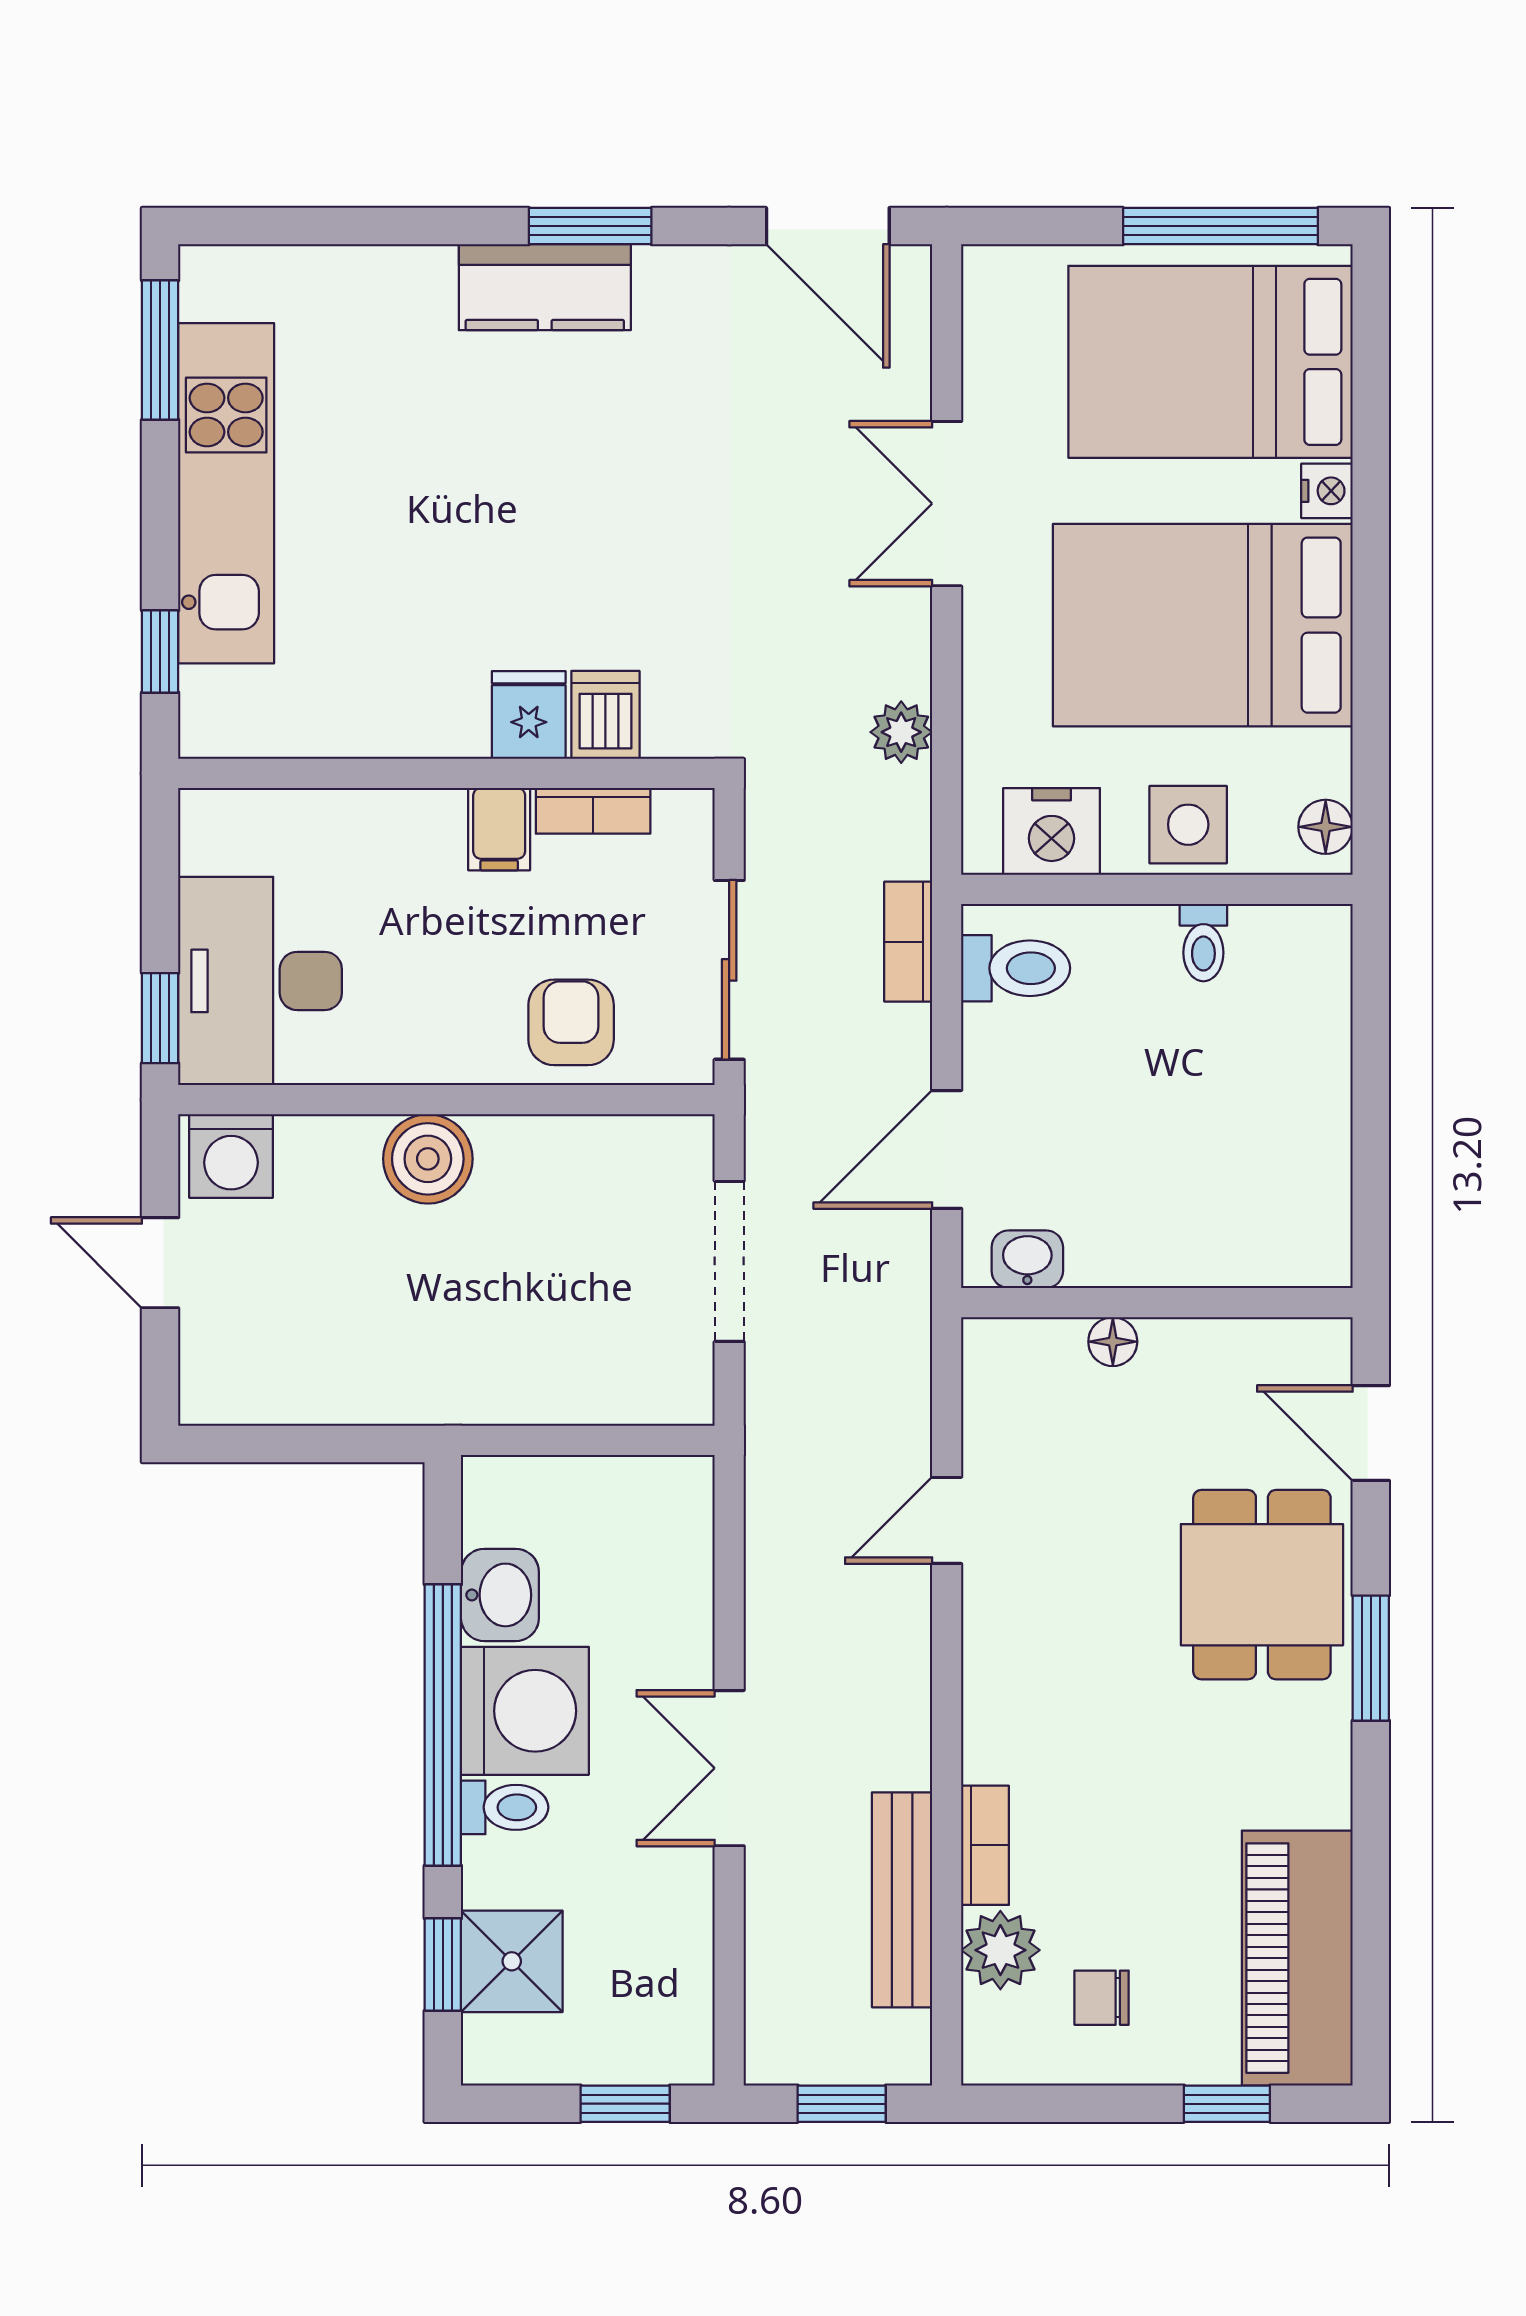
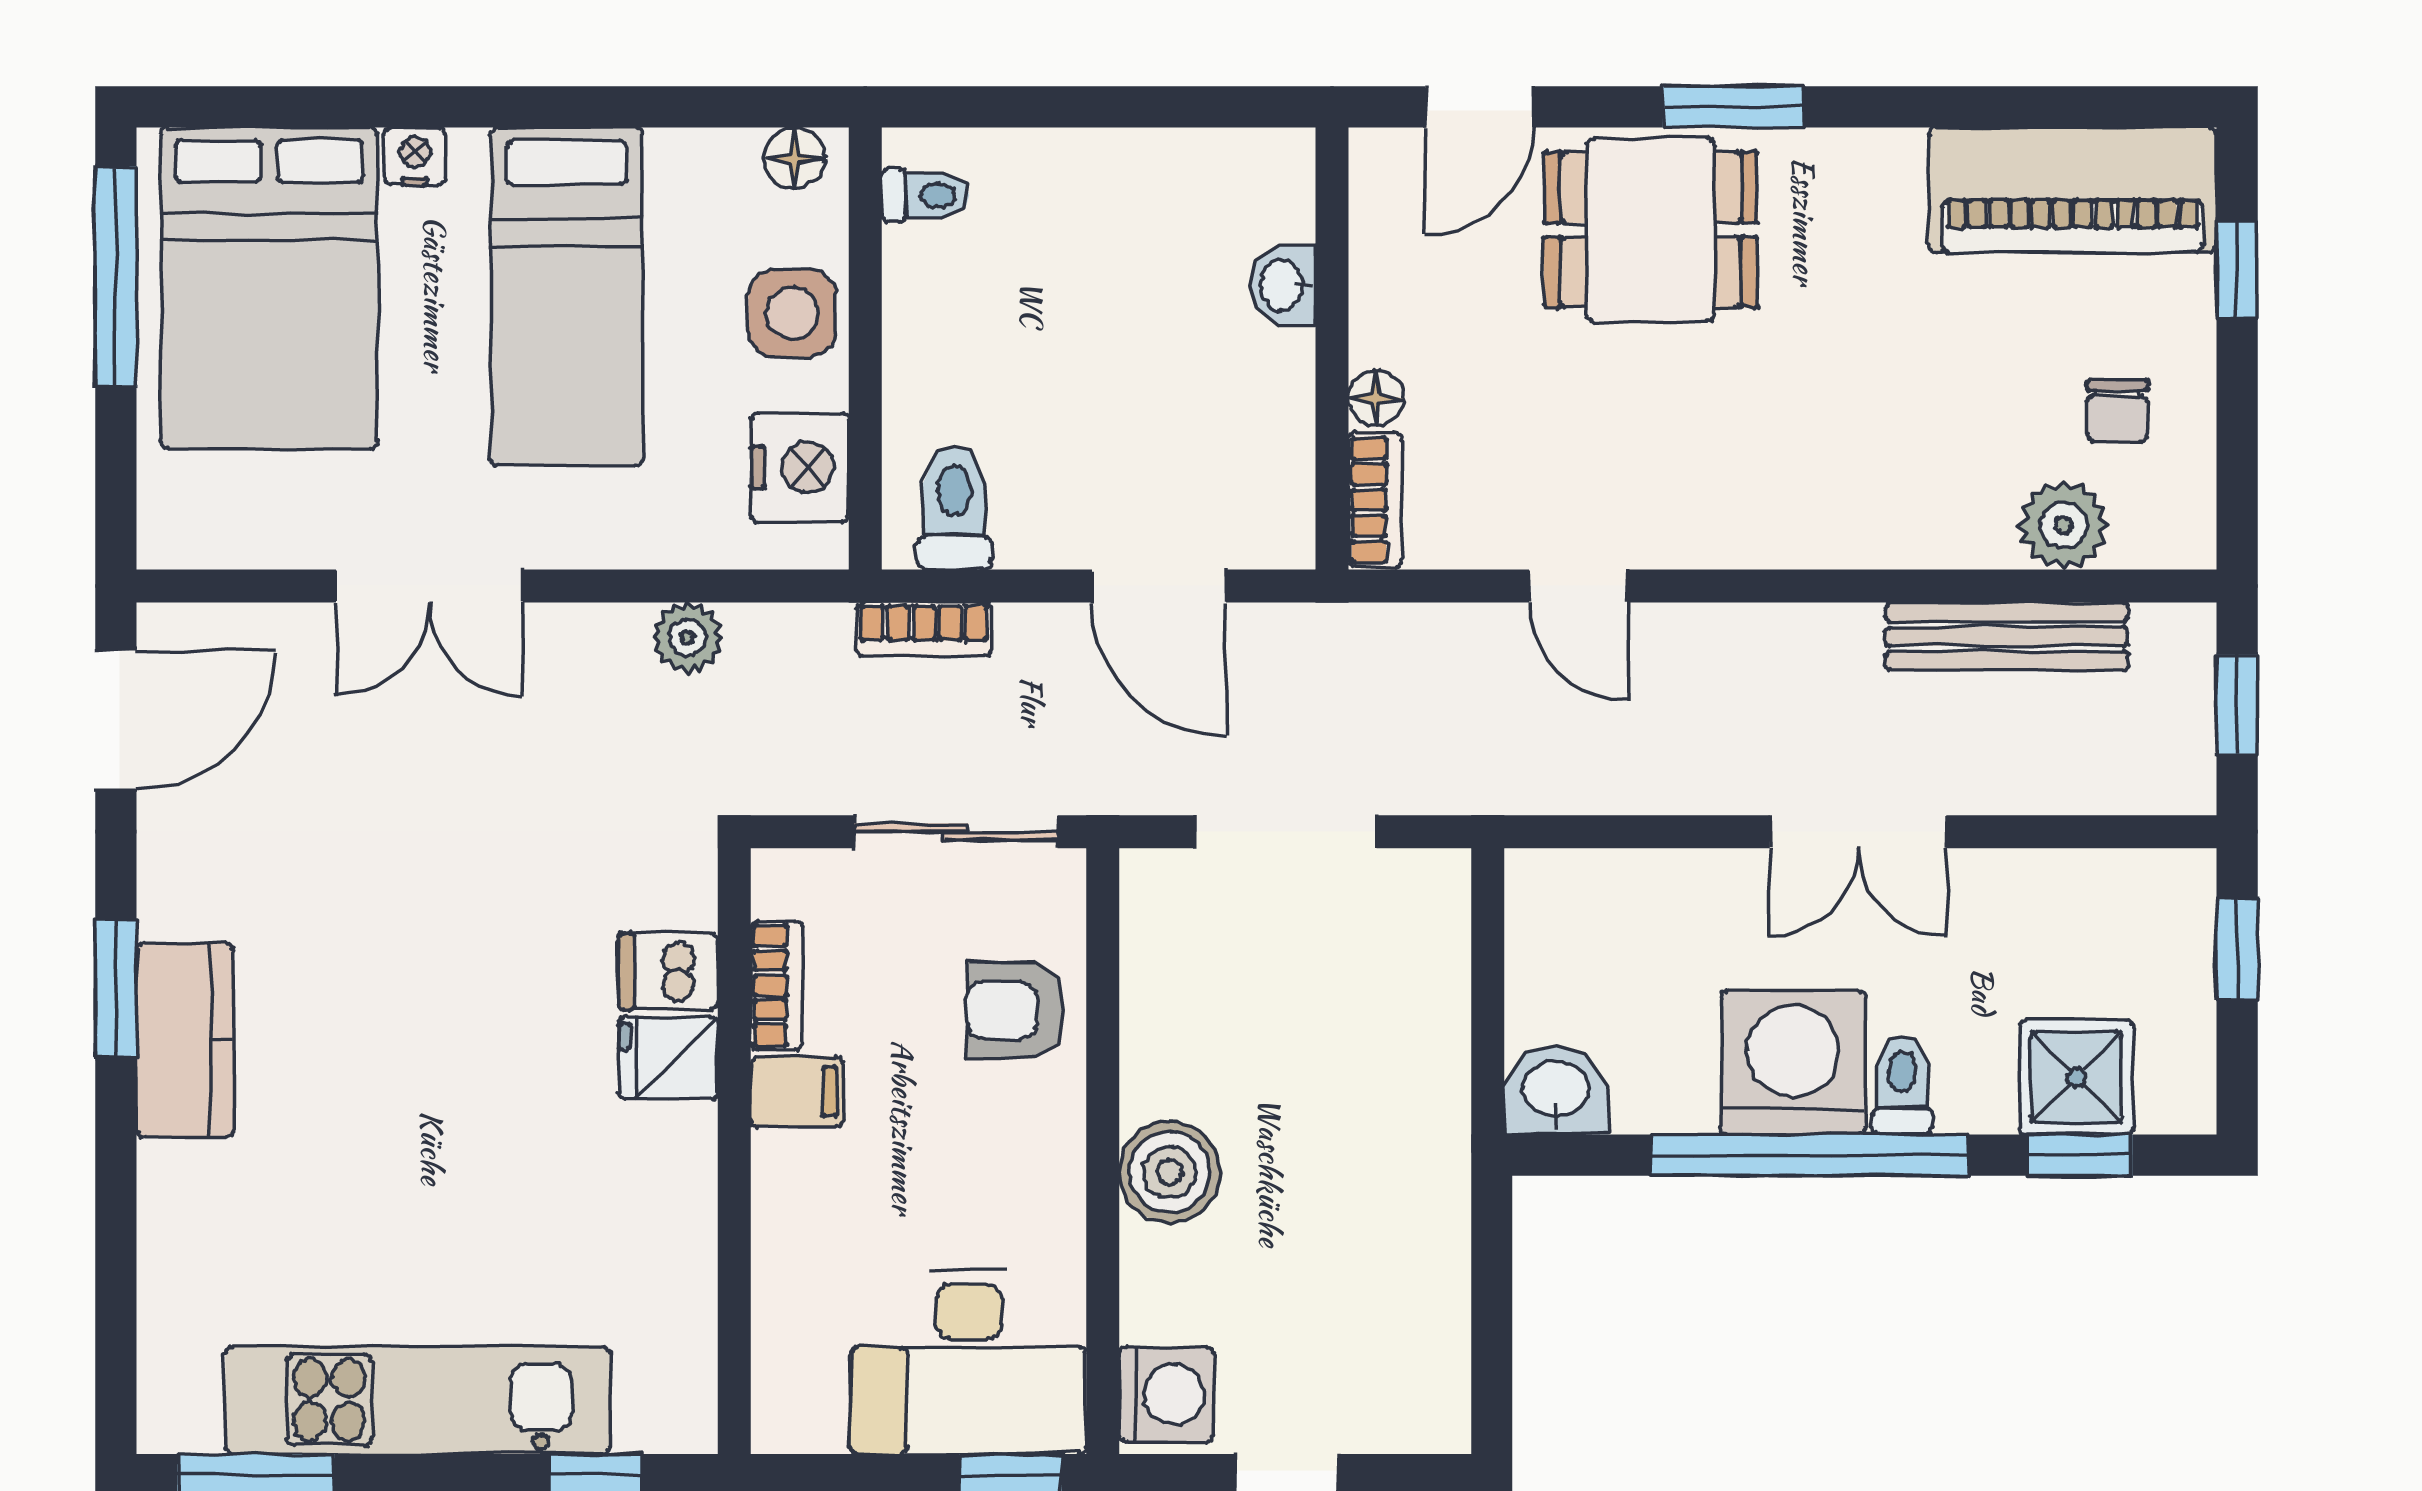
bed: (1203, 625) -> (567, 297), width x0.67
toilet: (1203, 943) -> (925, 195), moved
washbasin: (1027, 1259) -> (1283, 285), moved
washbasin: (500, 1595) -> (1556, 1091), moved
bookcase: (985, 1845) -> (1375, 500), moved, turned 90

